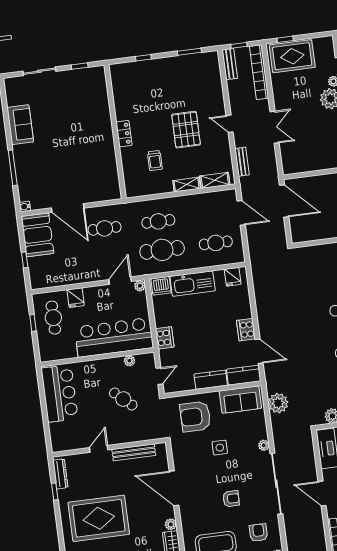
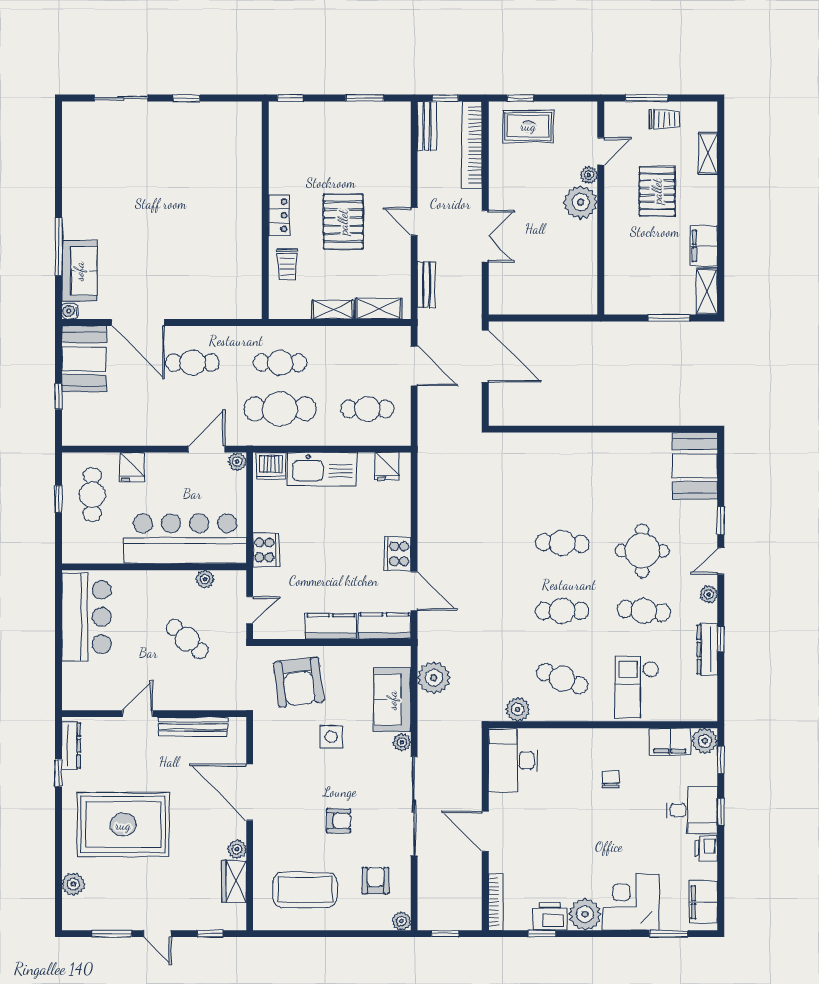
rug: (292, 56) -> (528, 126), width x0.73, depth x0.70
sofa: (20, 125) -> (79, 271), moved
wall: (115, 132) -> (265, 210), moved
locker: (124, 134) -> (279, 215), moved
sofa: (240, 400) -> (392, 700), moved, turned 90
armchair: (195, 417) -> (299, 682), turned -97

